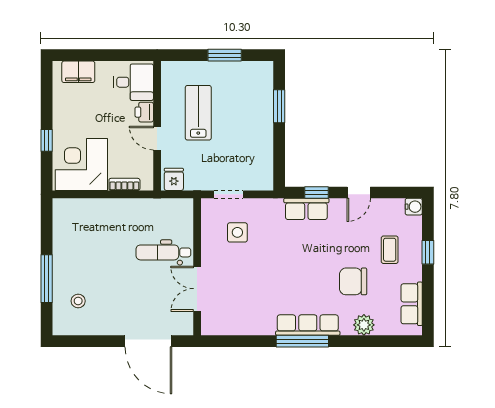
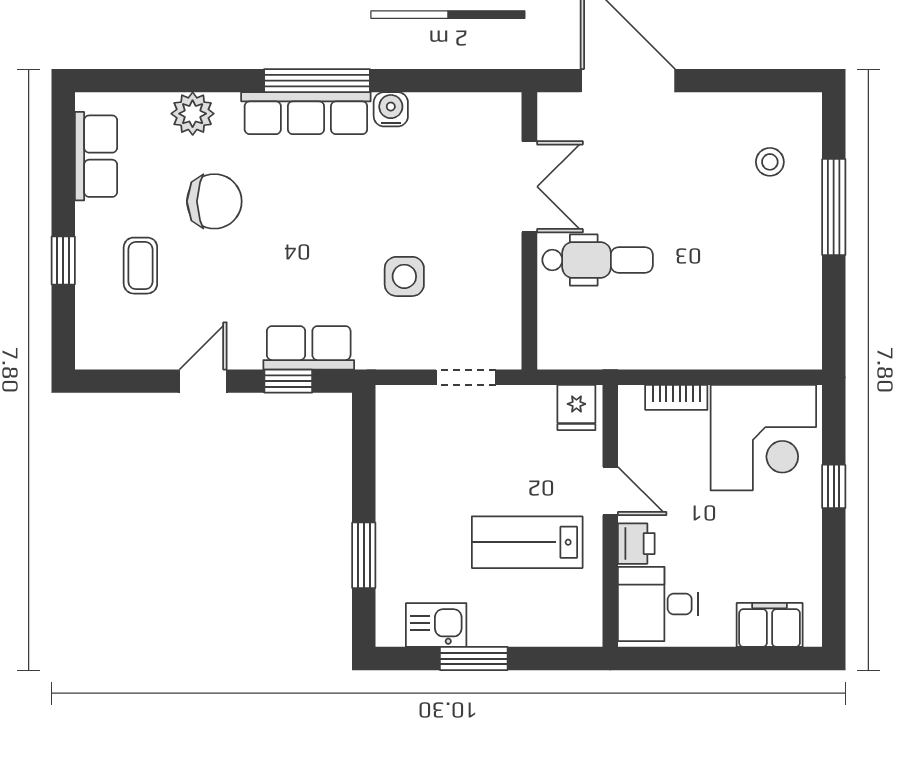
kitchen sink: (243, 72) -> (436, 625), added
lab bench: (198, 113) -> (527, 542), turned 90
water cooler: (414, 207) -> (391, 109), moved, turned 90
side table: (237, 232) -> (404, 276), moved

